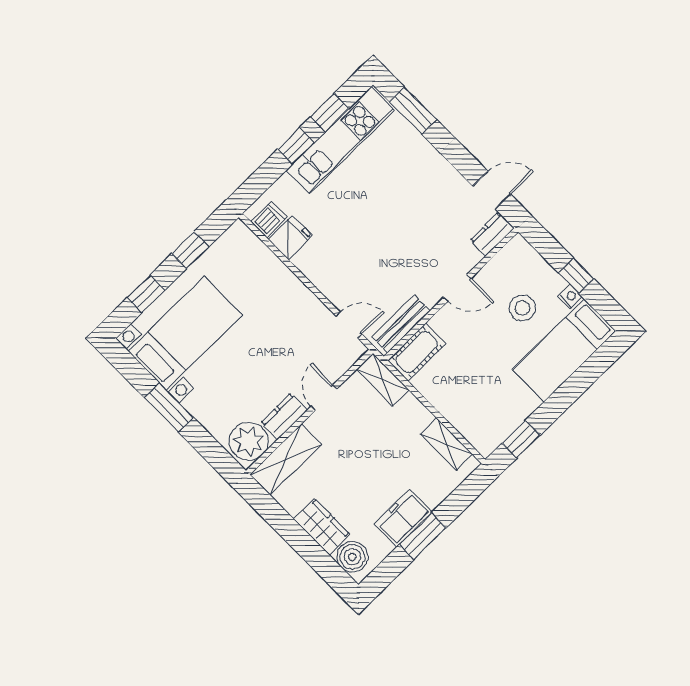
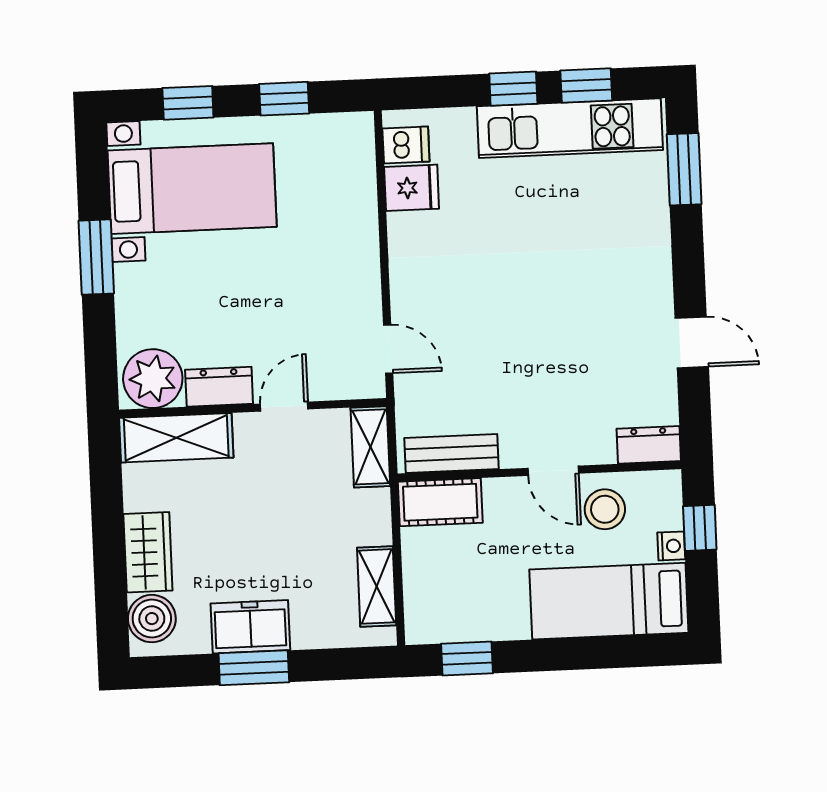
dresser: (492, 234) -> (649, 445), moved
door: (457, 288) -> (553, 471), moved
wall: (451, 294) -> (539, 471), moved
bench: (401, 324) -> (451, 453), moved
cot: (417, 352) -> (440, 502), moved

